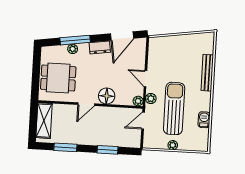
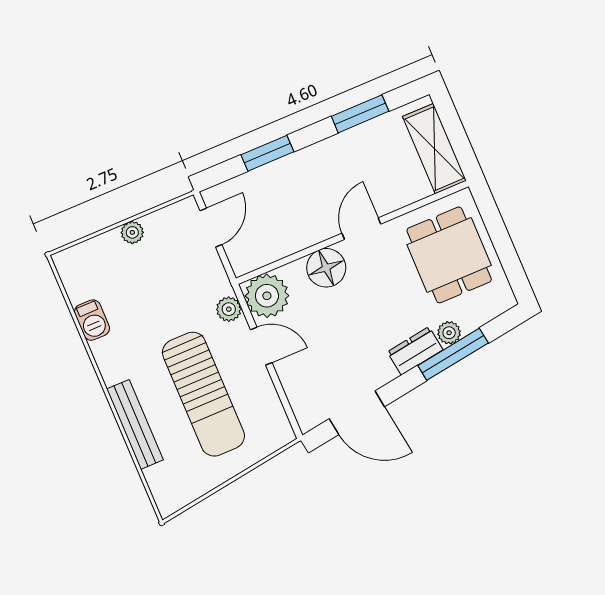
door: (122, 36) -> (357, 413), swing flipped
dresser: (100, 47) -> (415, 351), moved
dining table: (58, 78) -> (449, 255), turned 90
plant: (138, 101) -> (267, 296), width x1.87, depth x1.87
sun lounger: (174, 108) -> (203, 394), moved
door: (143, 121) -> (211, 228), moved

